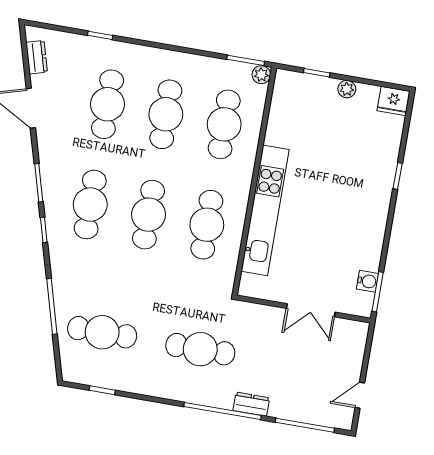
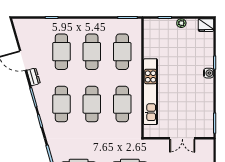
dresser: (37, 57) -> (34, 77), moved
plant: (261, 75) -> (137, 23), removed
water cooler: (368, 281) -> (209, 73), moved

